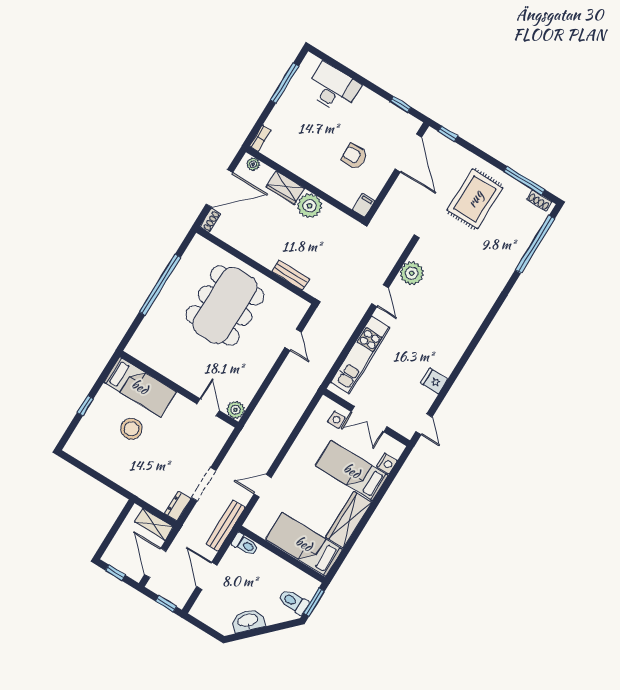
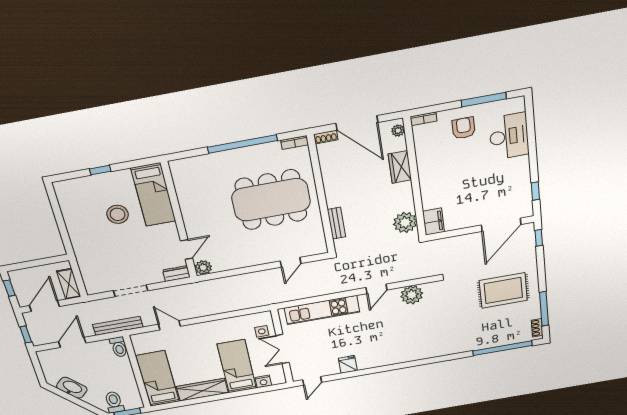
armchair: (354, 156) -> (464, 128), moved
filing cabinet: (364, 205) -> (433, 222), width x2.00
plant: (310, 206) -> (405, 223), moved
bookcase: (194, 246) -> (295, 142), added
dresser: (178, 506) -> (176, 274), moved

